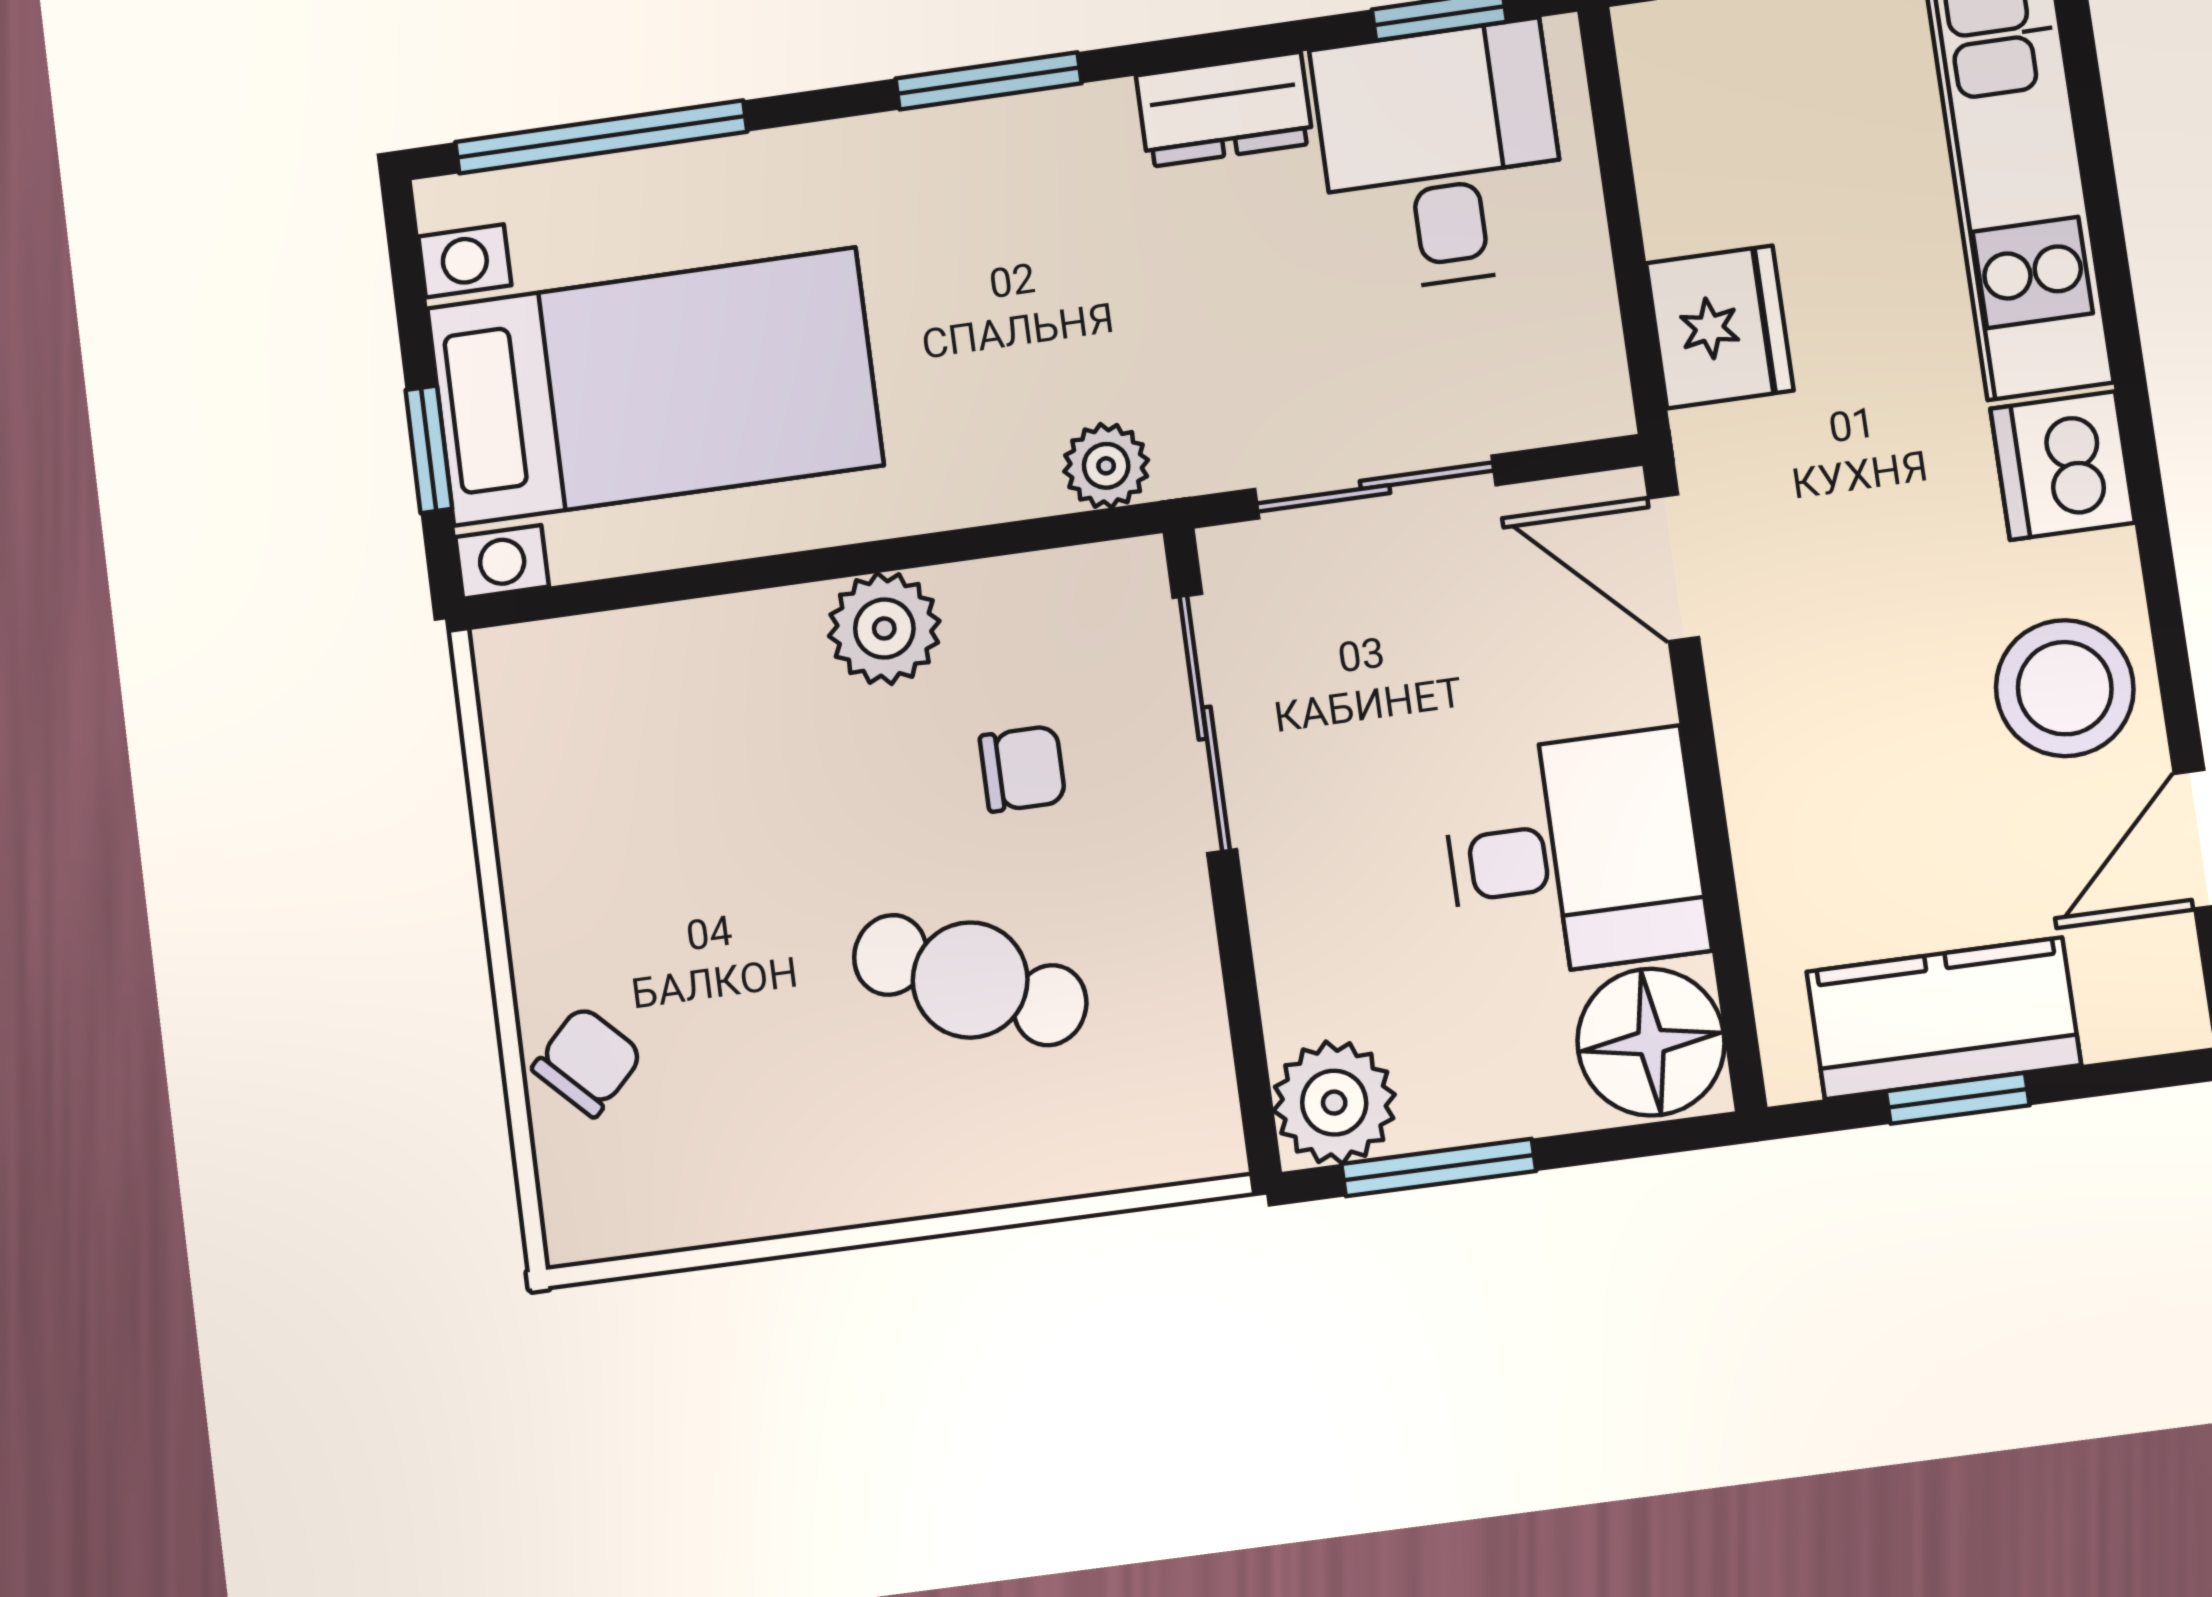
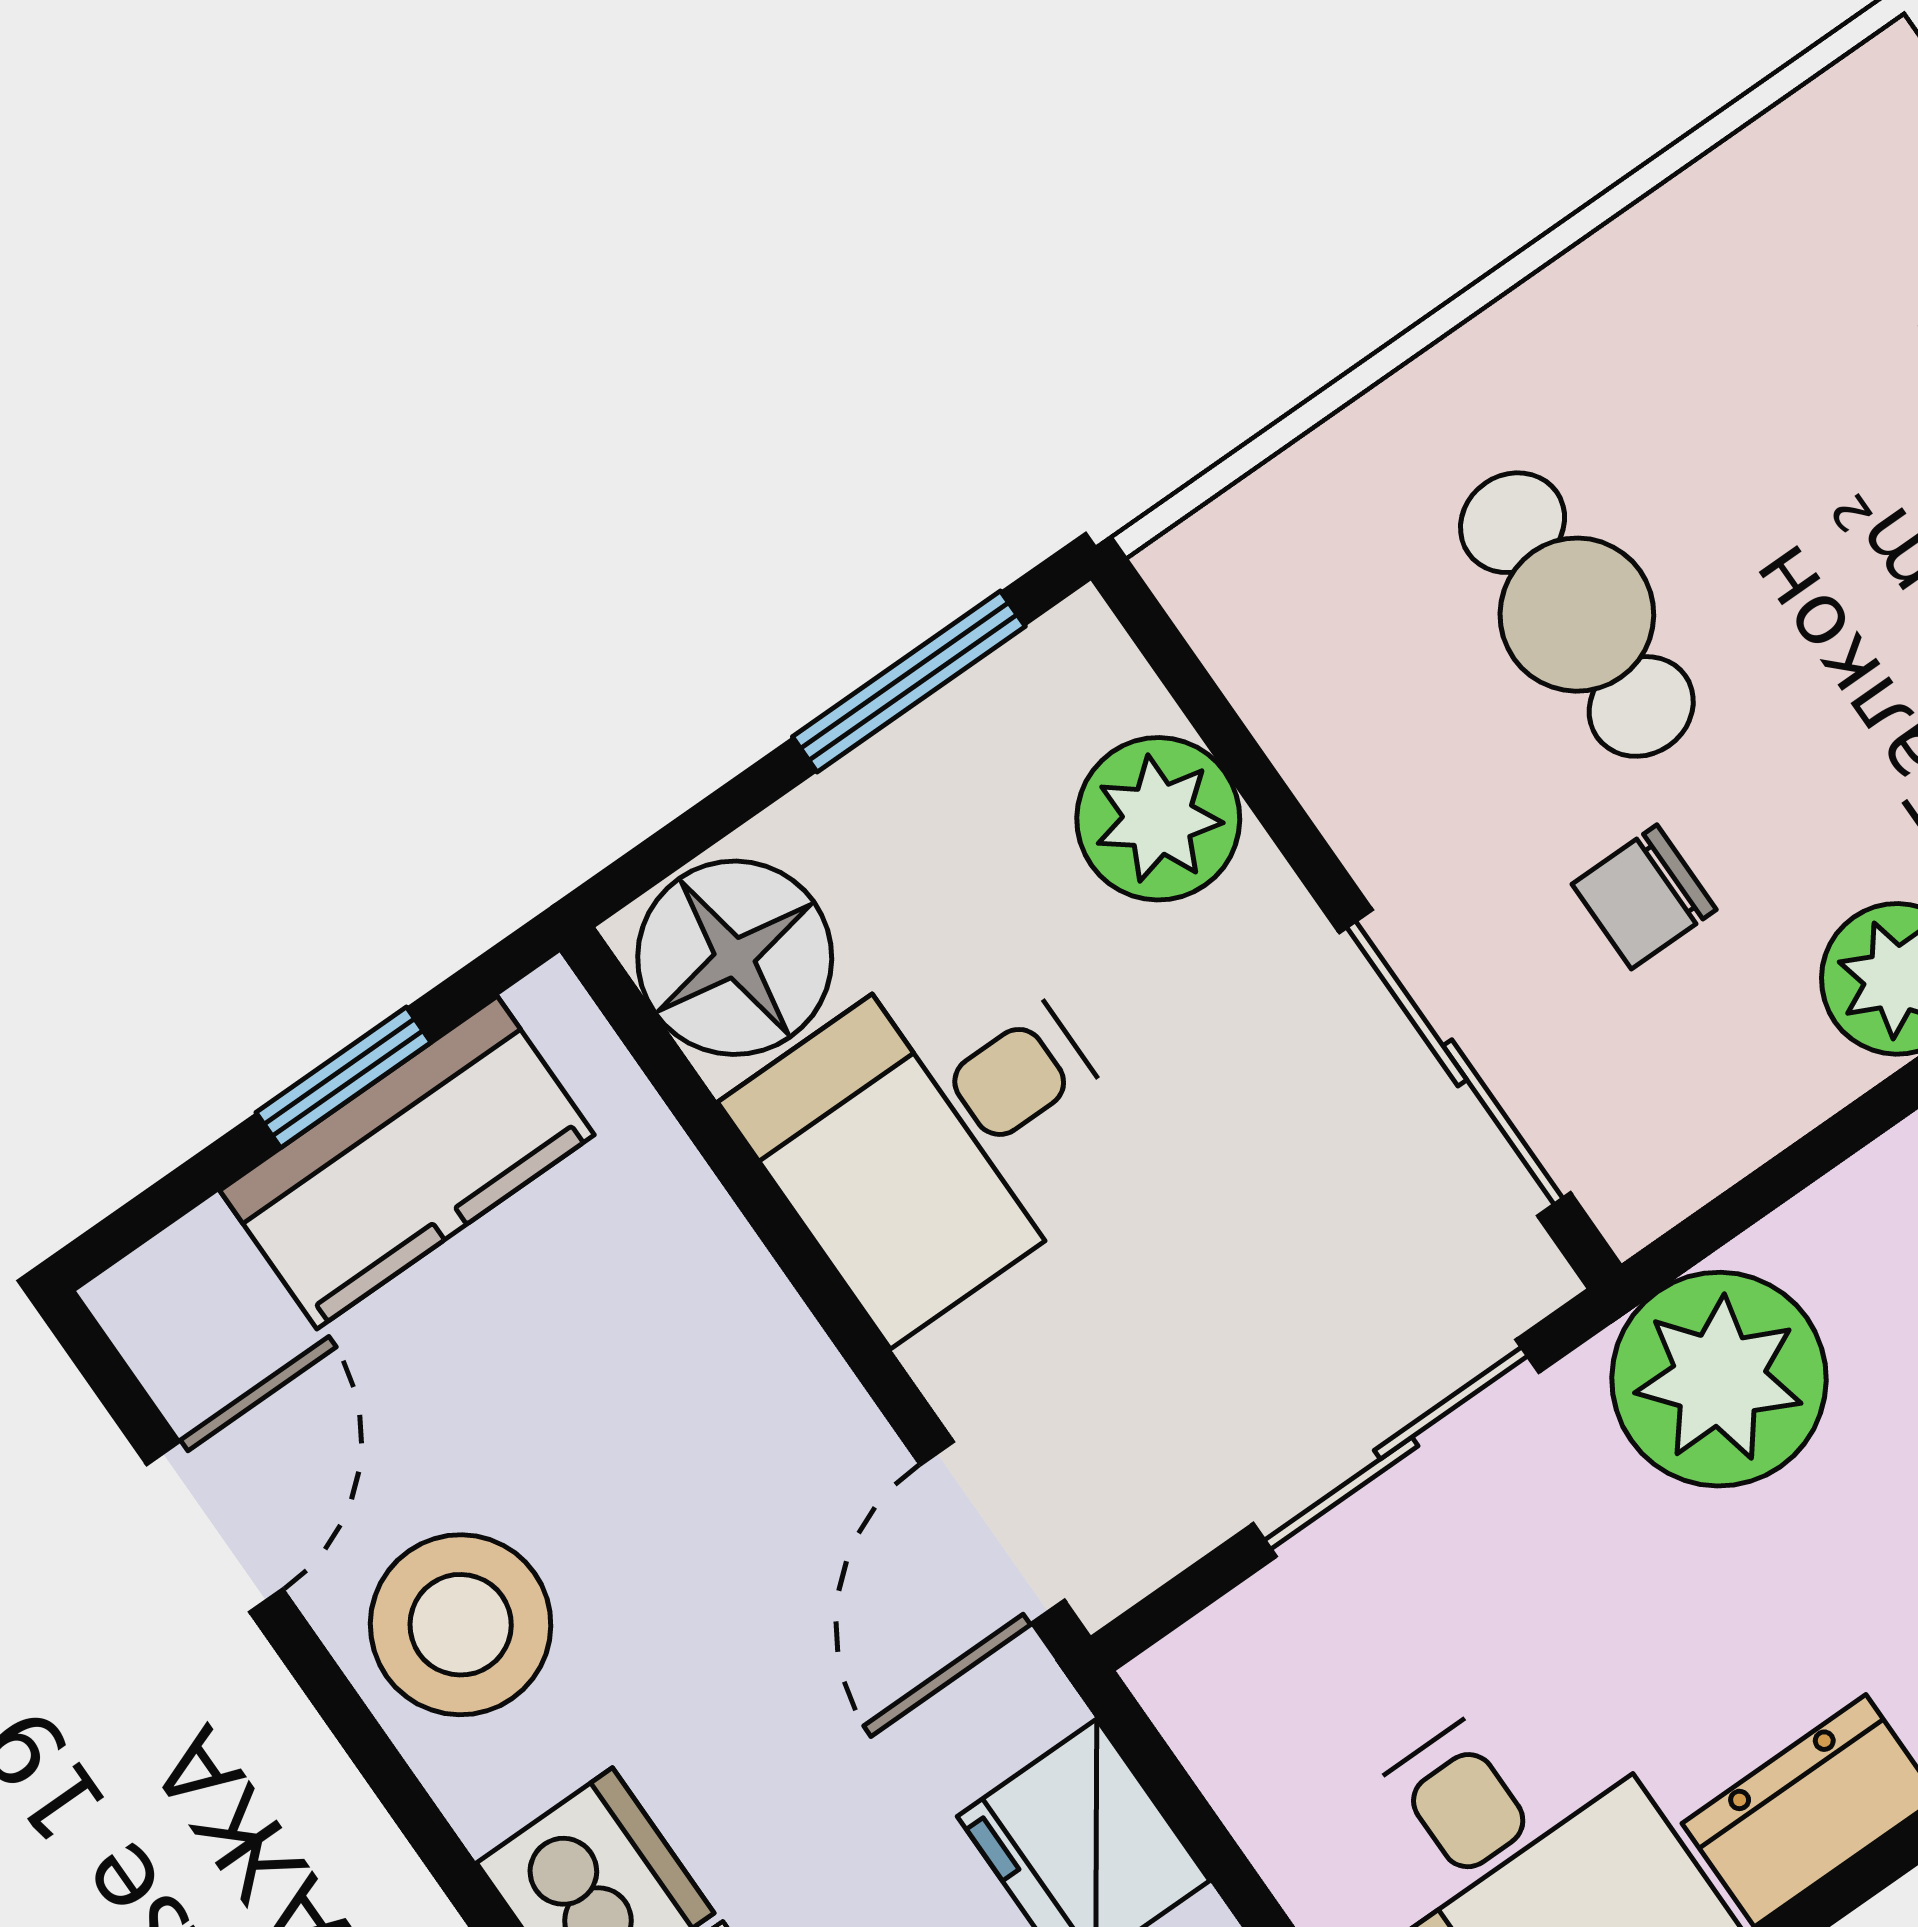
plant: (1106, 466) -> (1719, 1379), width x1.88, depth x1.88
door: (1674, 568) -> (992, 1532), swing flipped
cafe table: (970, 980) -> (1577, 615), turned 65
plant: (1334, 1103) -> (1158, 819), moved

